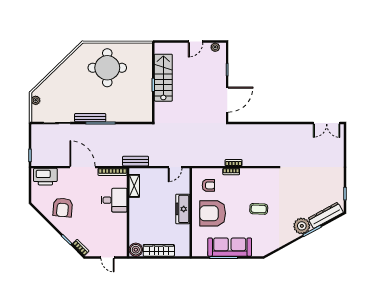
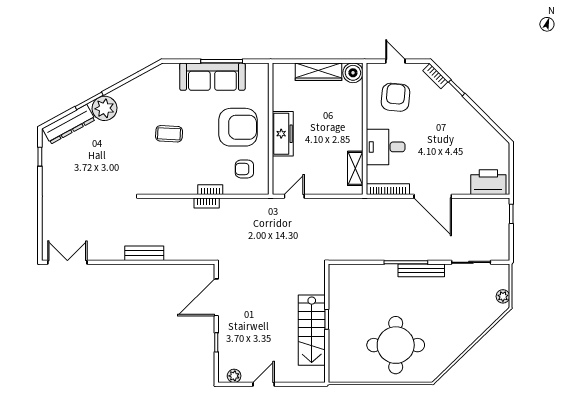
bench: (136, 161) -> (144, 253), moved
armchair: (63, 207) -> (396, 97), moved

